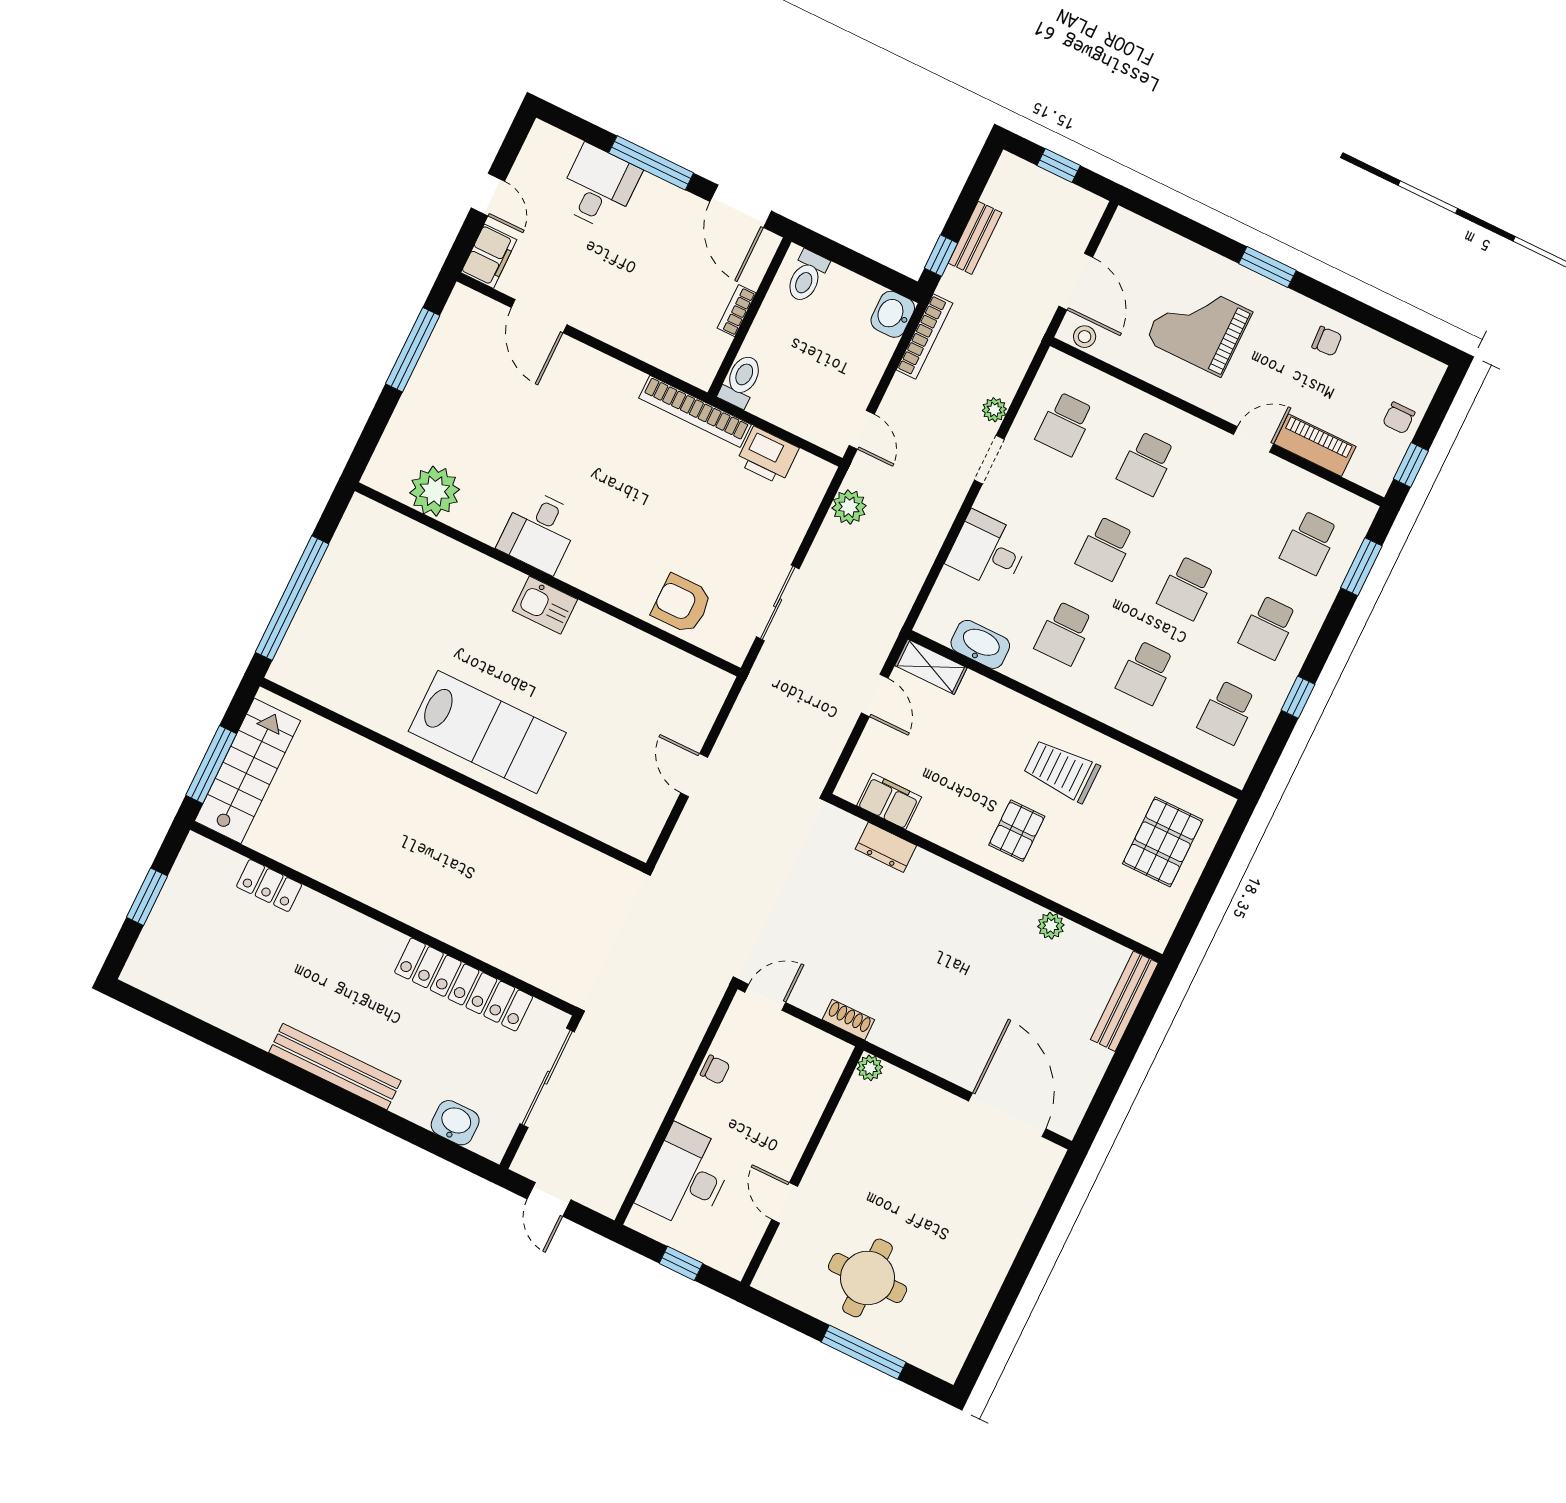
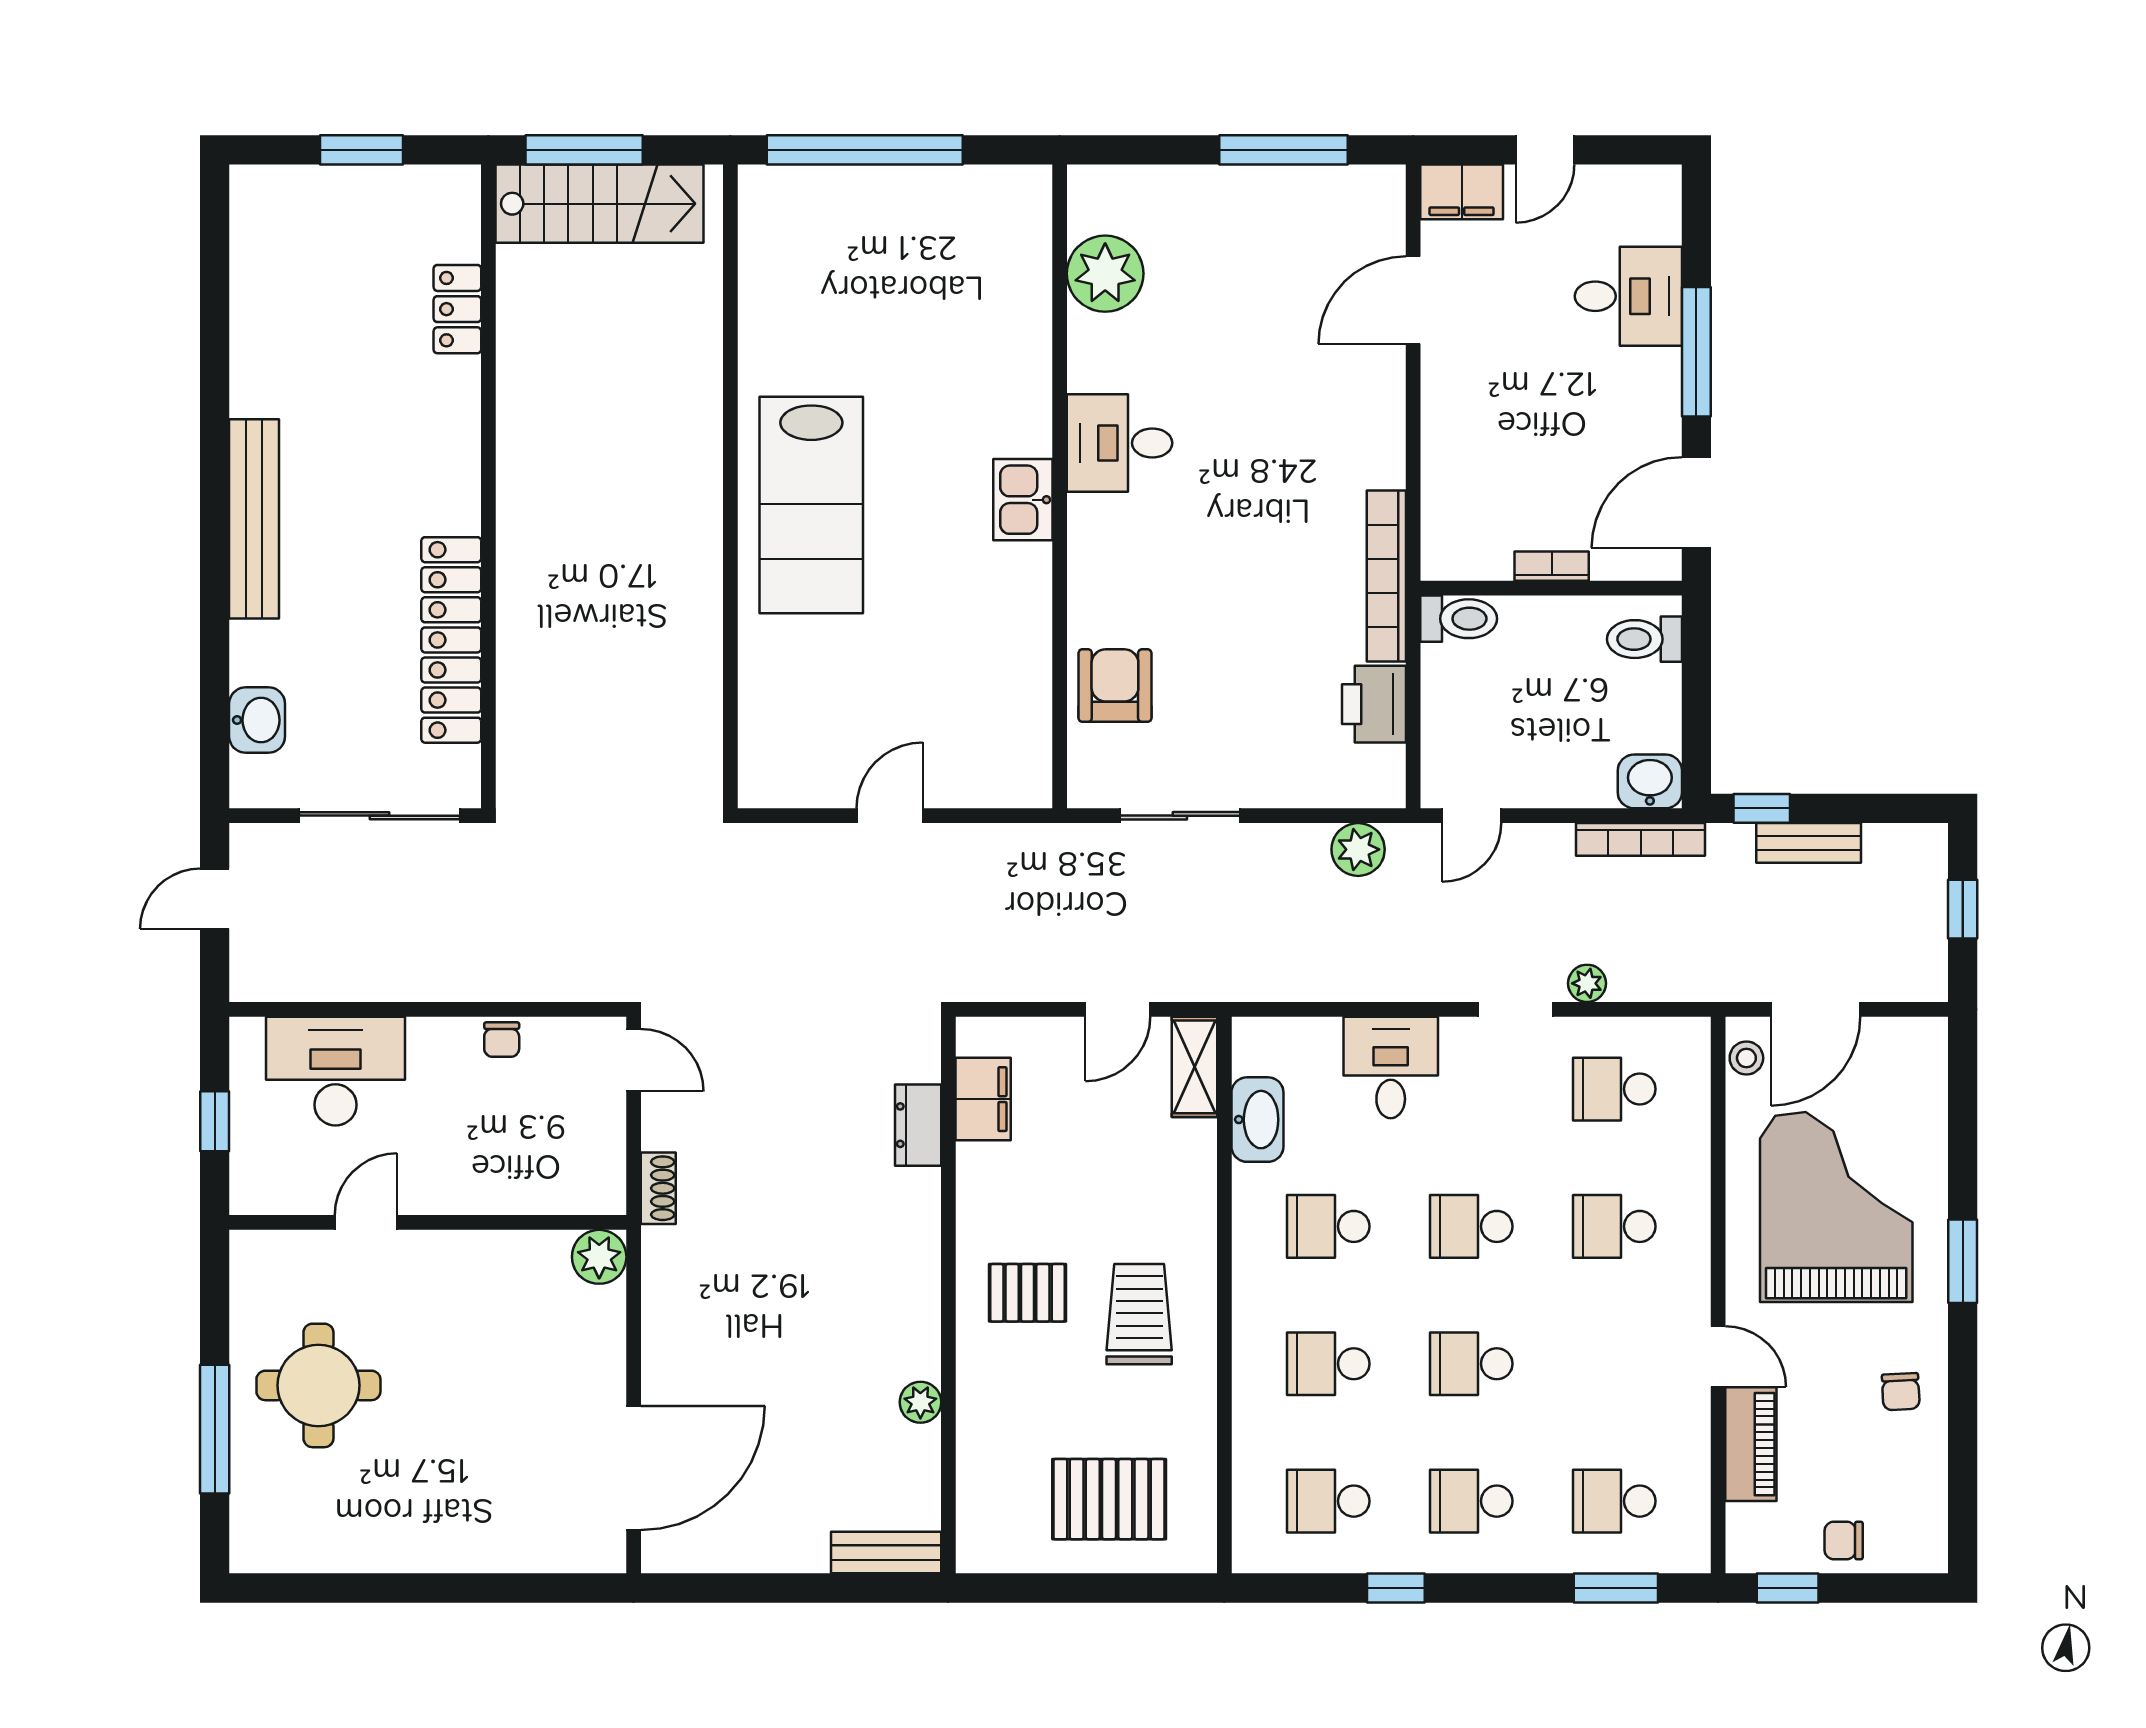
grand piano: (1199, 326) -> (1836, 1207), width x1.37, depth x1.48
bench: (1124, 1001) -> (886, 1553), width x0.73
plant: (870, 1068) -> (599, 1257), width x1.38, depth x1.38

